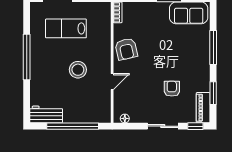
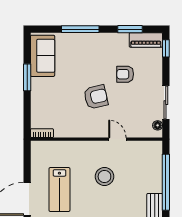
armchair: (126, 49) -> (96, 97), moved
sliding door: (163, 126) -> (166, 103), moved

